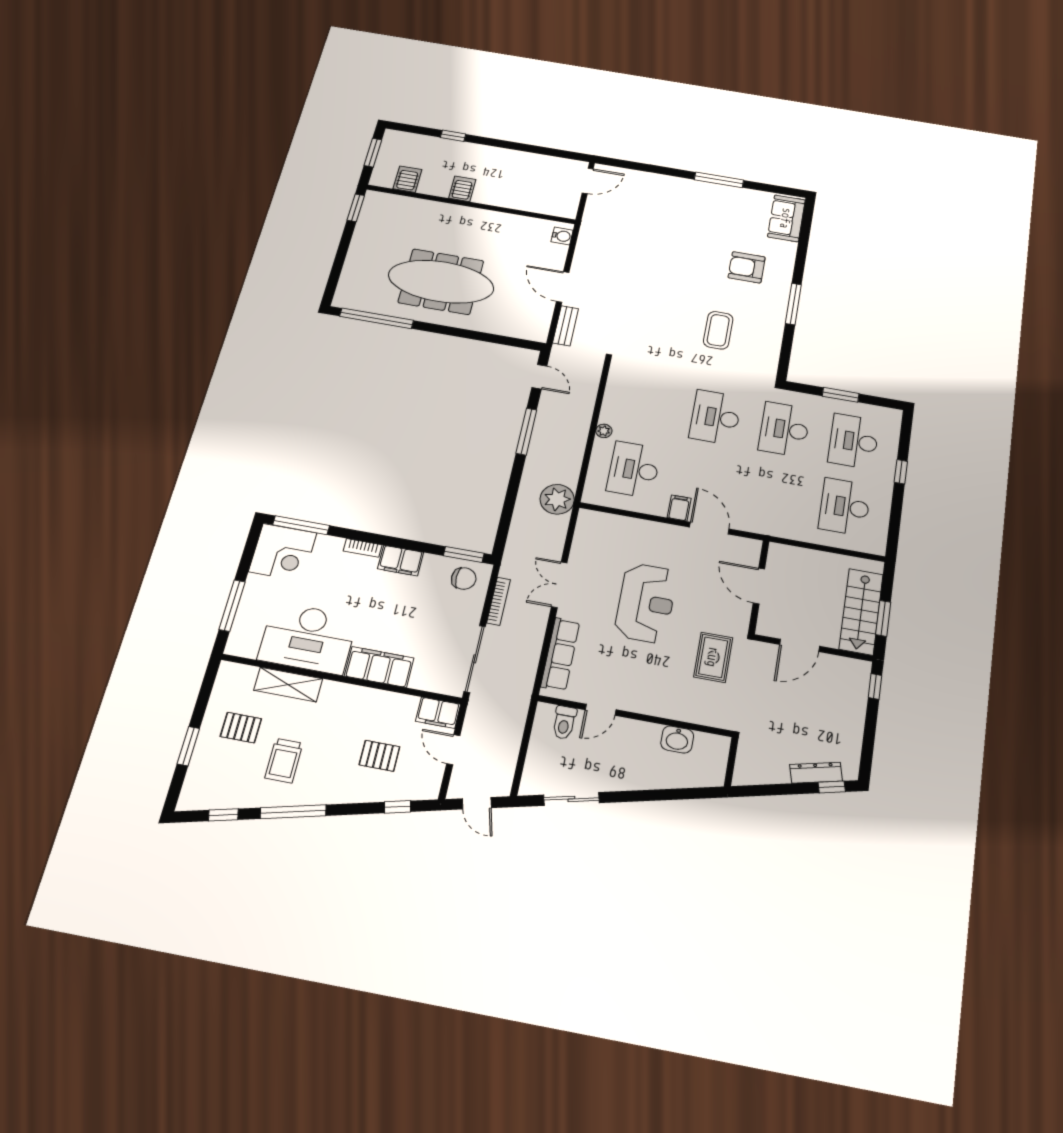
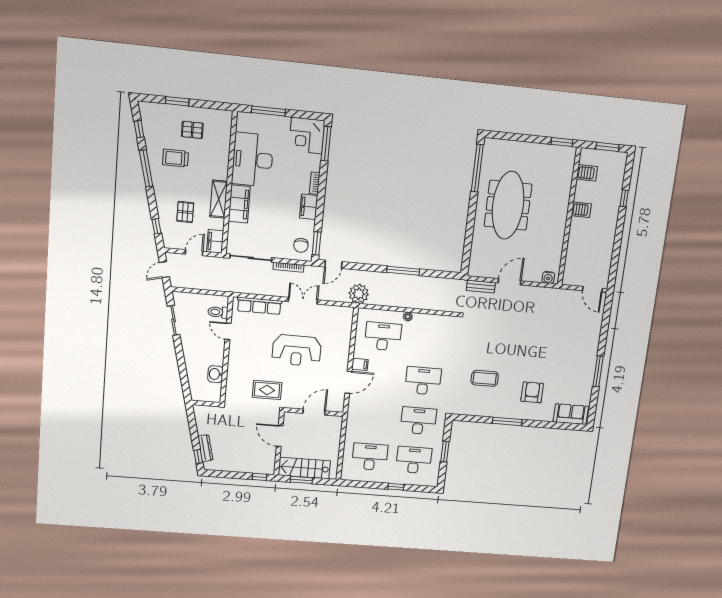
door: (539, 377) -> (333, 264), moved
shelving: (288, 685) -> (219, 199), moved
pallet: (241, 728) -> (192, 130), turned 90

